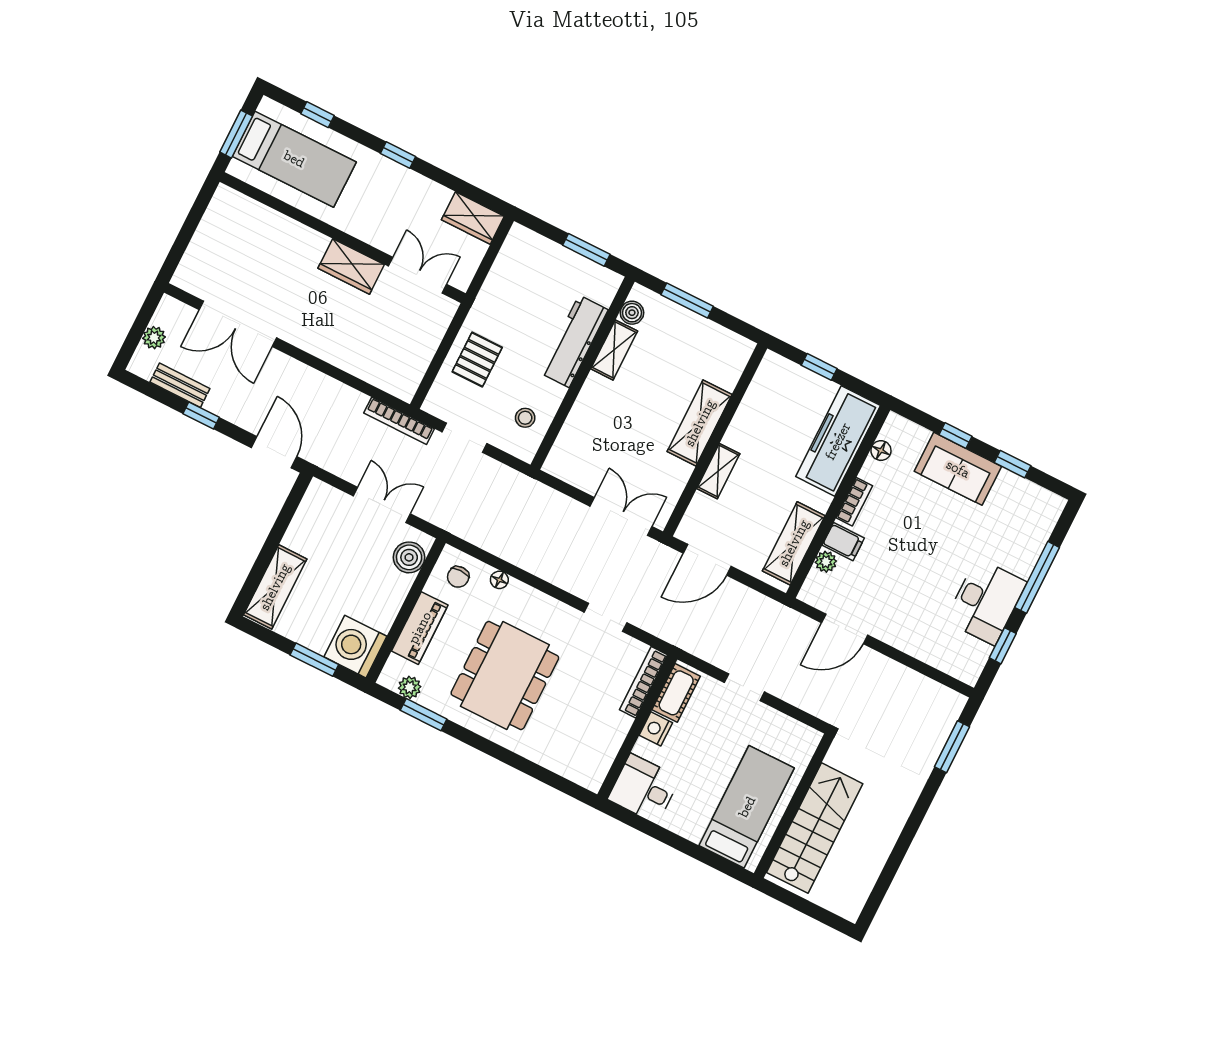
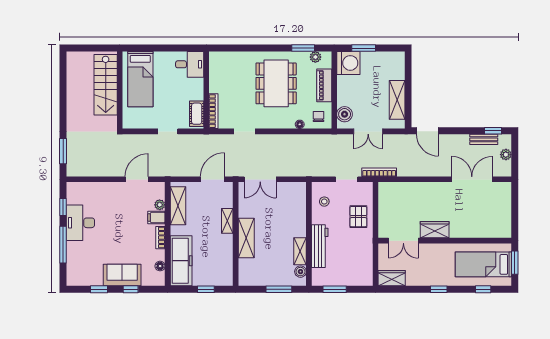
window: (201, 415) -> (493, 131), moved
shelving: (275, 587) -> (397, 100), moved
nightstand: (656, 729) -> (198, 93), removed

